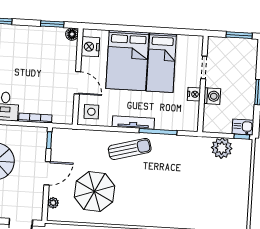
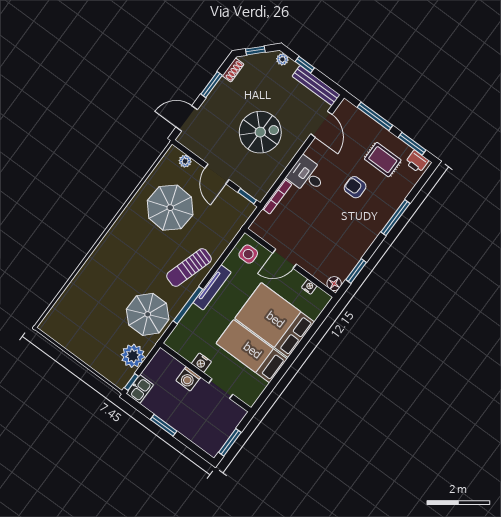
nightstand: (90, 47) -> (309, 287), width x0.53, depth x0.56
sun lounger: (130, 149) -> (189, 268), turned 32
parasol: (184, 157) -> (148, 314), added

